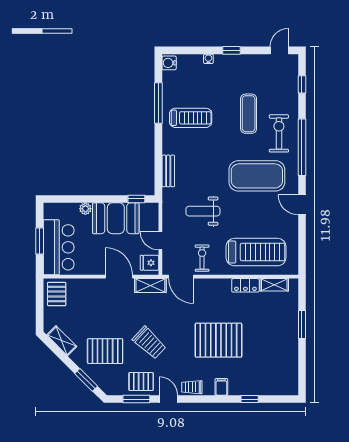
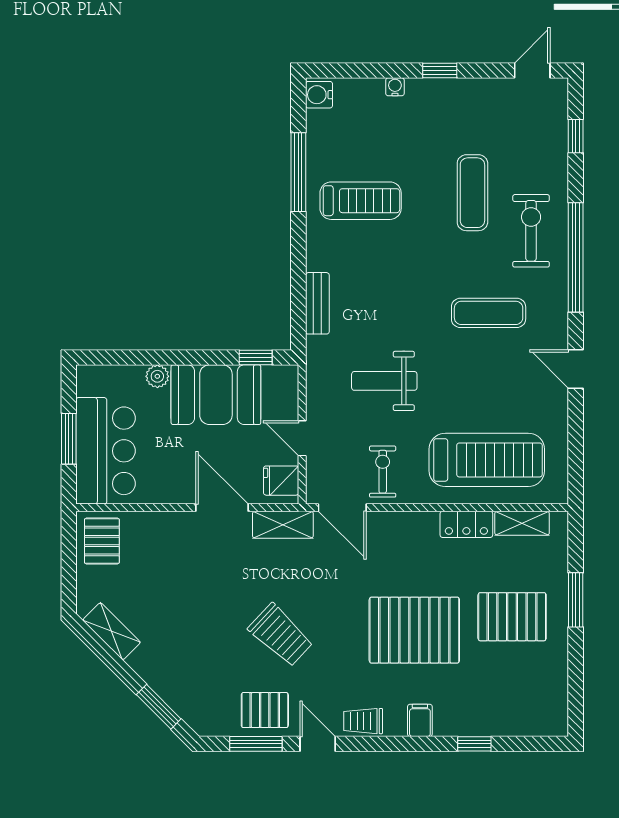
exercise mat: (257, 176) -> (489, 313), width x0.50, depth x0.69
pallet: (105, 351) -> (512, 617), moved

